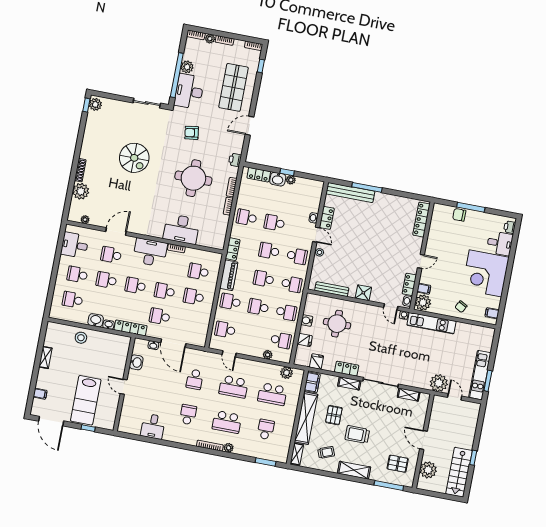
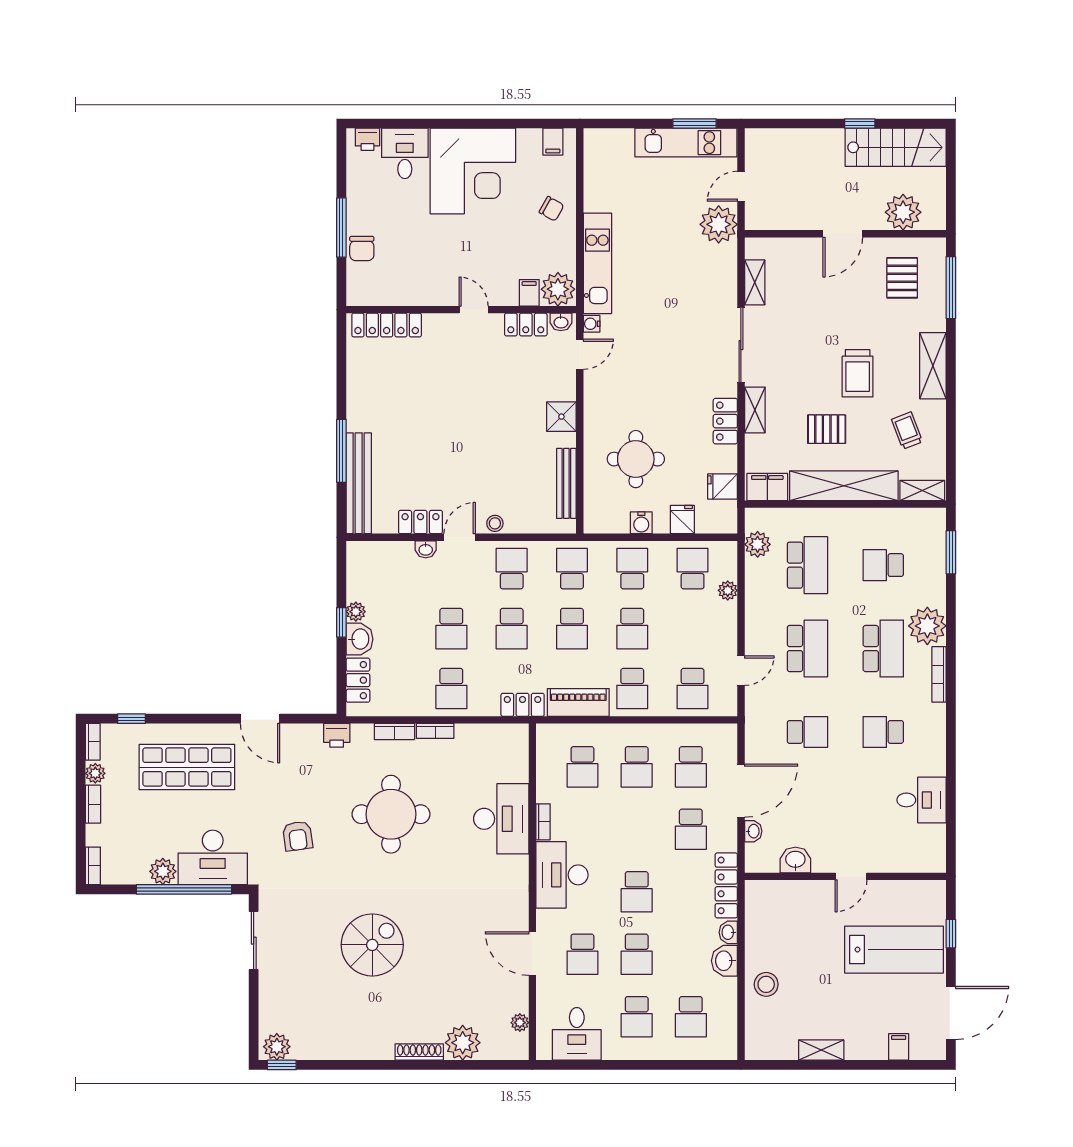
plant: (210, 39) -> (95, 773), moved
school desk: (165, 291) -> (691, 767), moved
plant: (229, 448) -> (927, 626), width x1.88, depth x1.88

